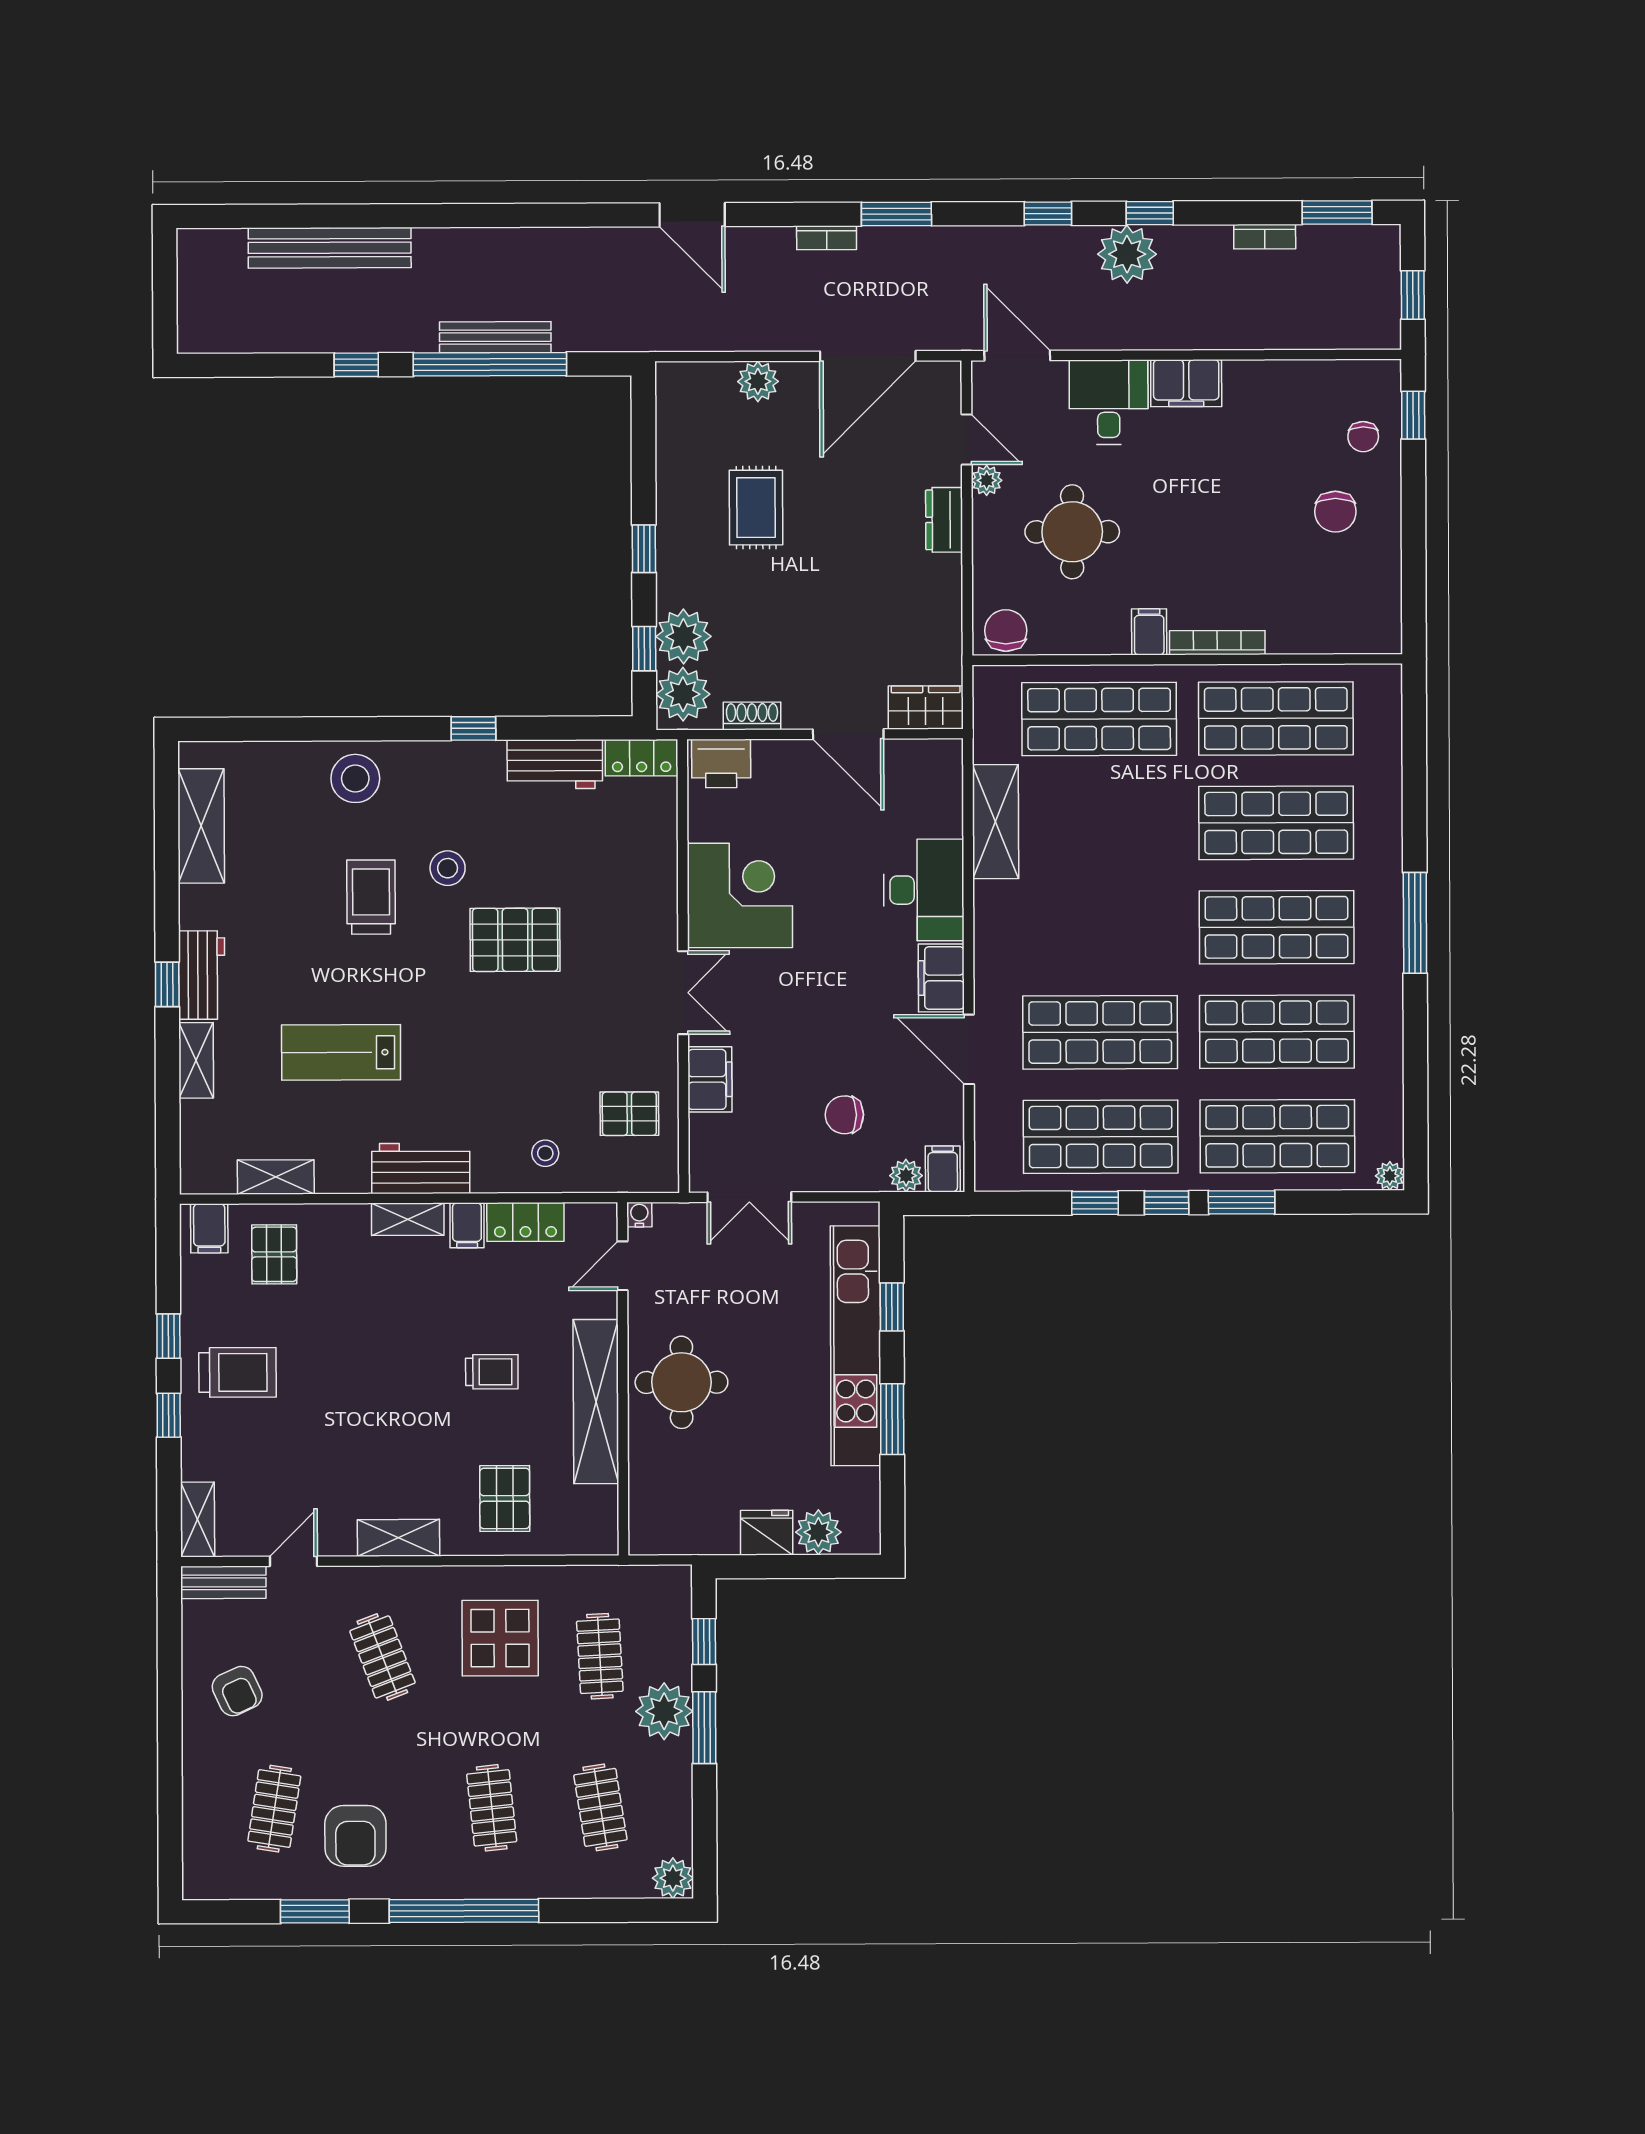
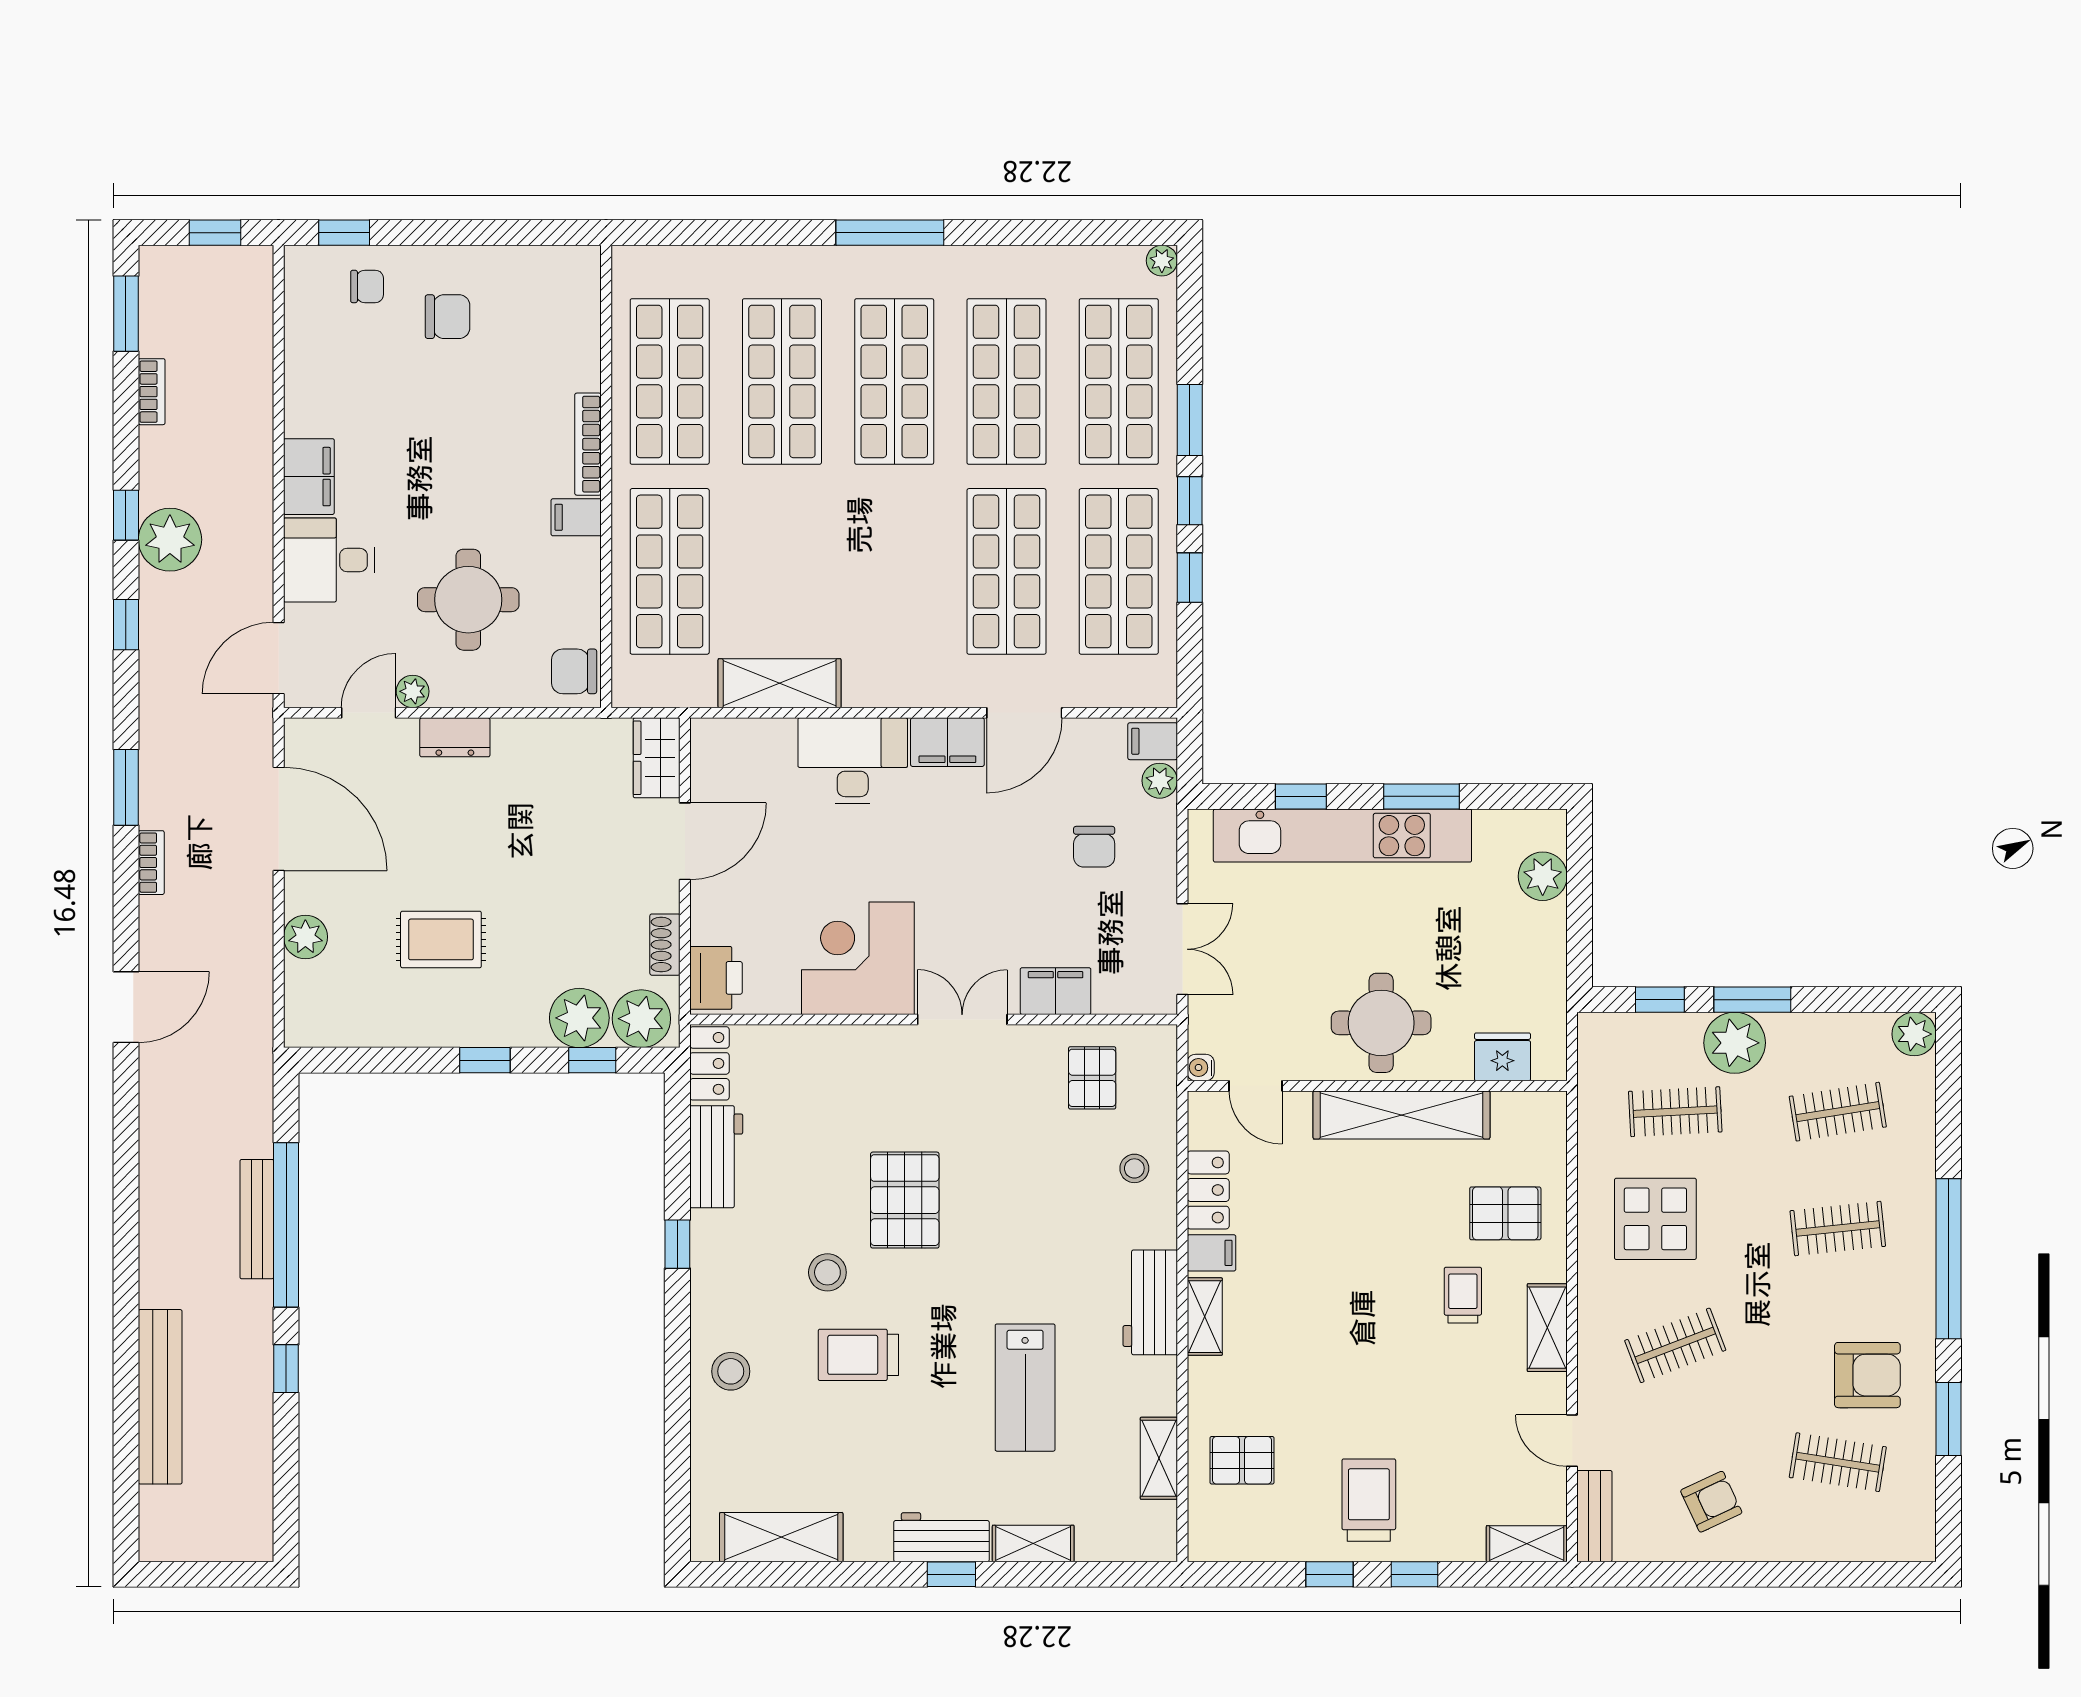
stool: (355, 778) -> (731, 1371), width x0.73, depth x0.73
filing cabinet: (209, 1228) -> (1214, 1530), removed
trolley: (492, 1372) -> (1463, 1295), moved
fridge: (767, 1533) -> (1502, 1057), moved, turned 90

